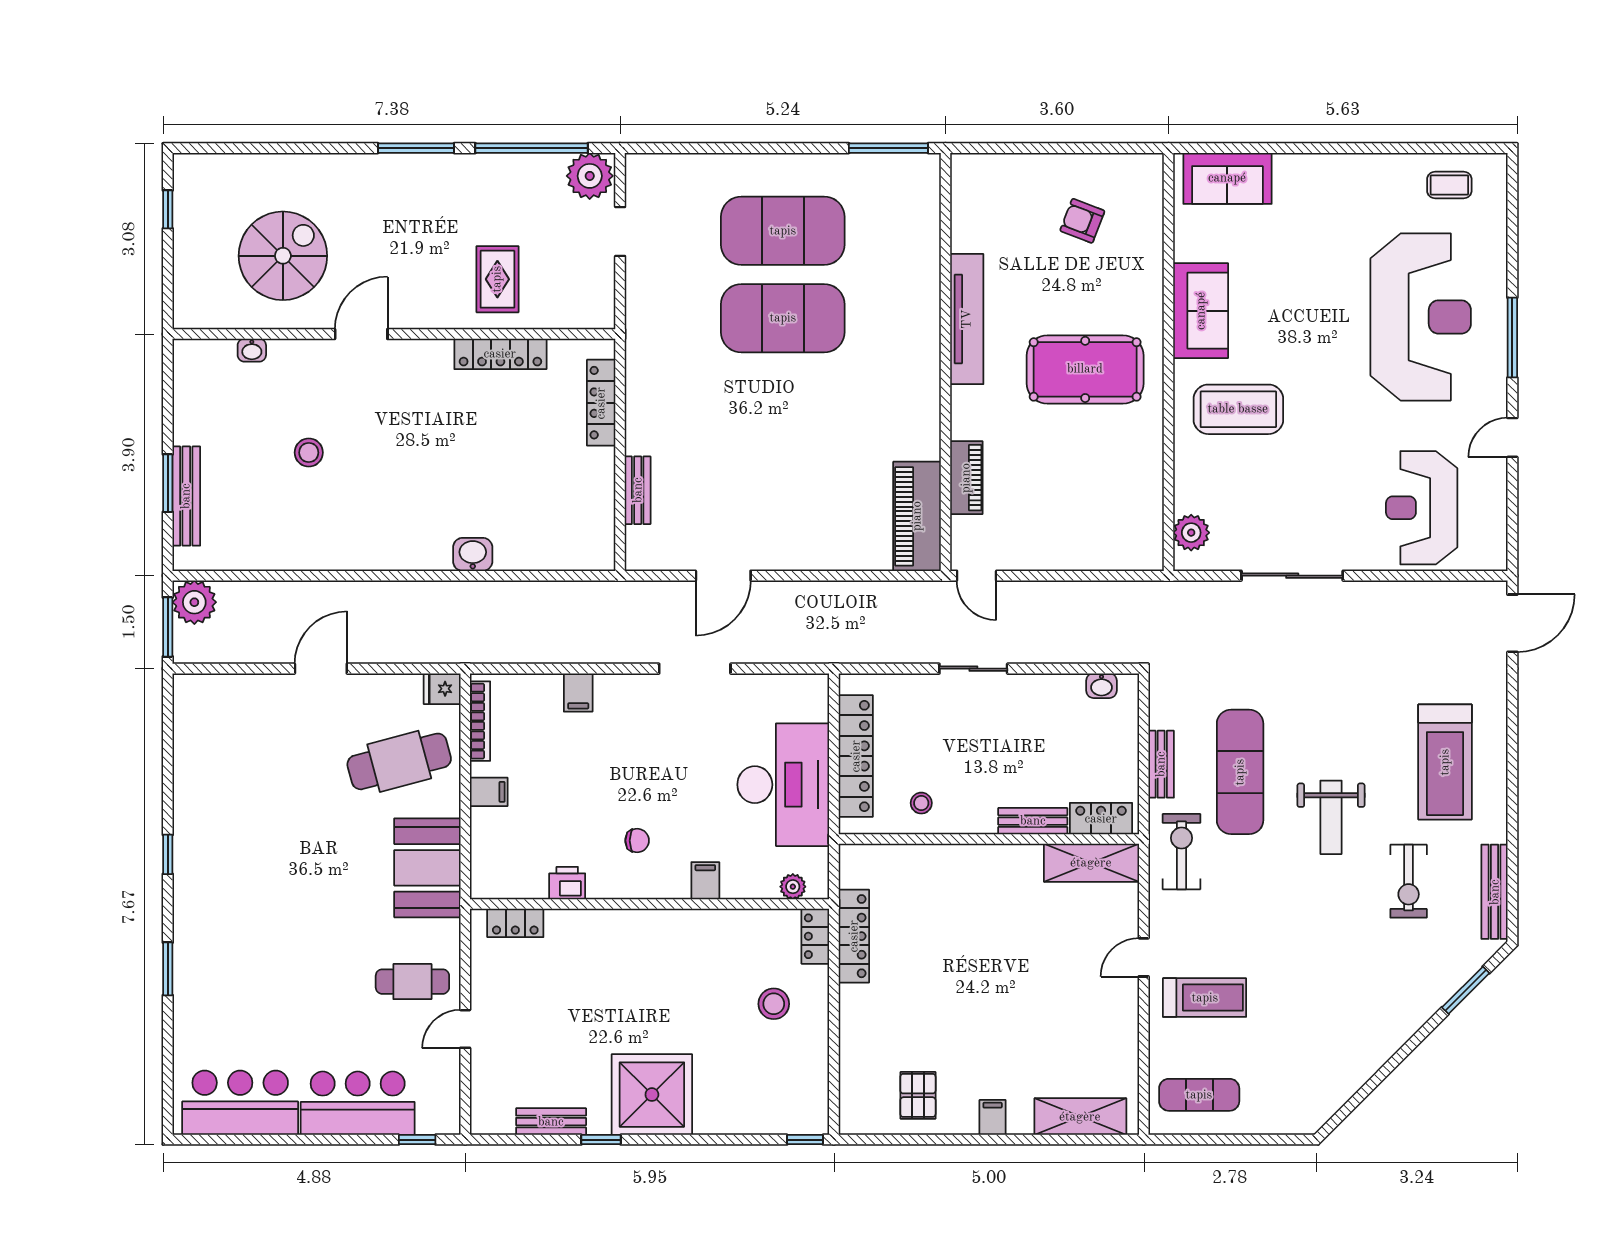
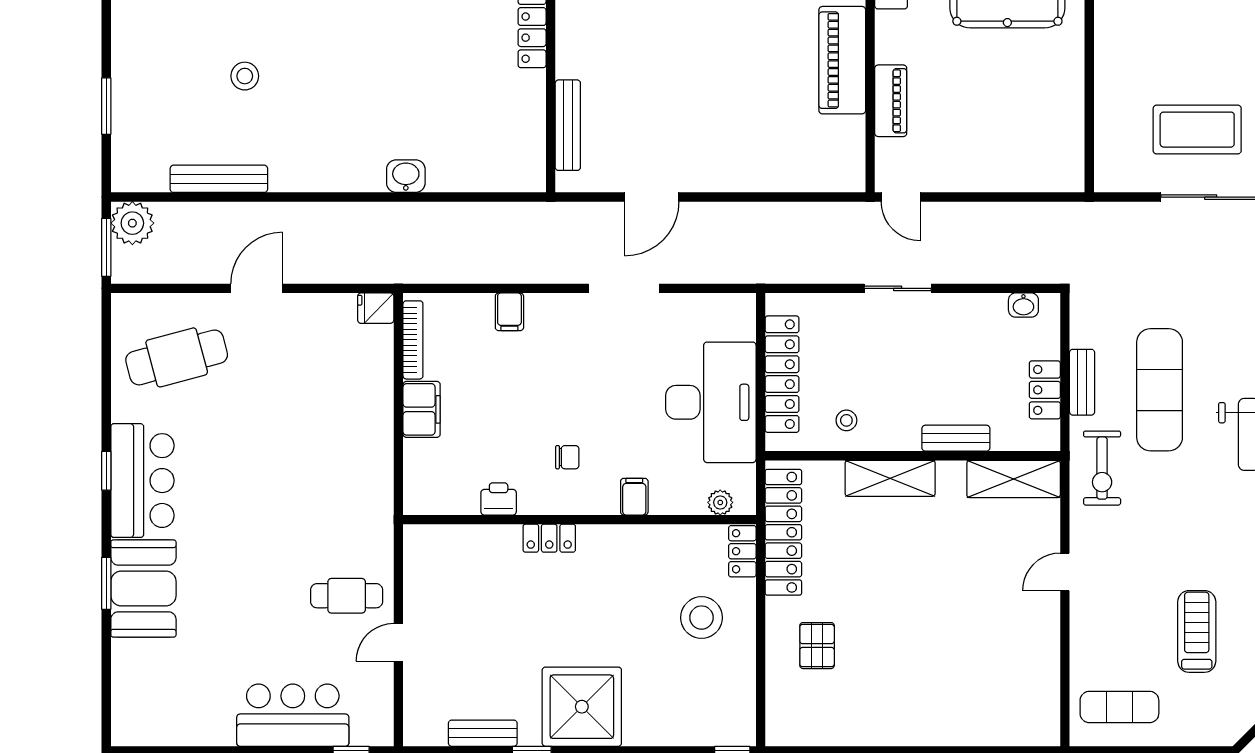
coffee table: (1238, 409) -> (1197, 130), moved
bench: (638, 490) -> (568, 125), width x1.36
bench: (186, 496) -> (219, 179), moved, turned 90
piano: (917, 516) -> (842, 60), moved
plant: (1191, 533) -> (1112, 155), removed
cafe table: (399, 761) -> (177, 357), moved
filing cabinet: (489, 792) -> (422, 409), width x2.00
locker: (1101, 819) -> (1045, 390), moved, turned -90
exercise bike: (1182, 852) -> (1102, 468), turned 180
booth: (427, 868) -> (143, 588), moved
locker: (515, 923) -> (549, 538), moved
locker: (854, 936) -> (783, 532), width x1.41, depth x1.21
treadmill: (1205, 998) -> (1197, 631), moved, turned -90
stool: (774, 1004) -> (702, 618), width x1.38, depth x1.38
pallet: (918, 1095) -> (817, 646), moved
bar counter: (240, 1103) -> (142, 481), moved, turned 90
filing cabinet: (993, 1117) -> (916, 729), removed
shelving: (1080, 1117) -> (890, 478), moved

